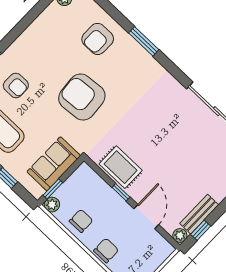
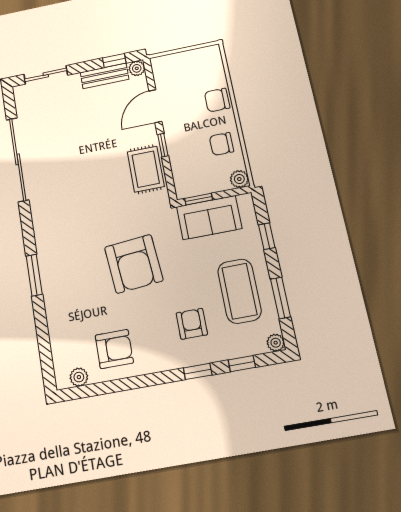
armchair: (98, 39) -> (114, 349), moved
window: (53, 189) -> (199, 199), moved

